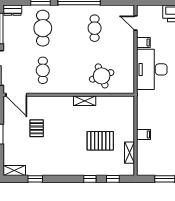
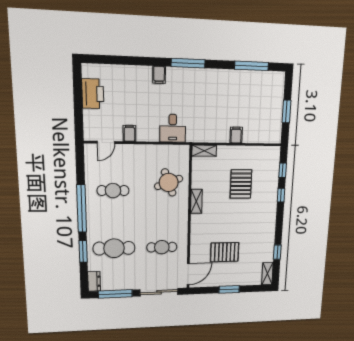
desk: (152, 69) -> (173, 128), width x0.53, depth x0.77
pallet: (37, 128) -> (225, 252), width x1.50, depth x1.42
shelving: (130, 153) -> (204, 151), moved

